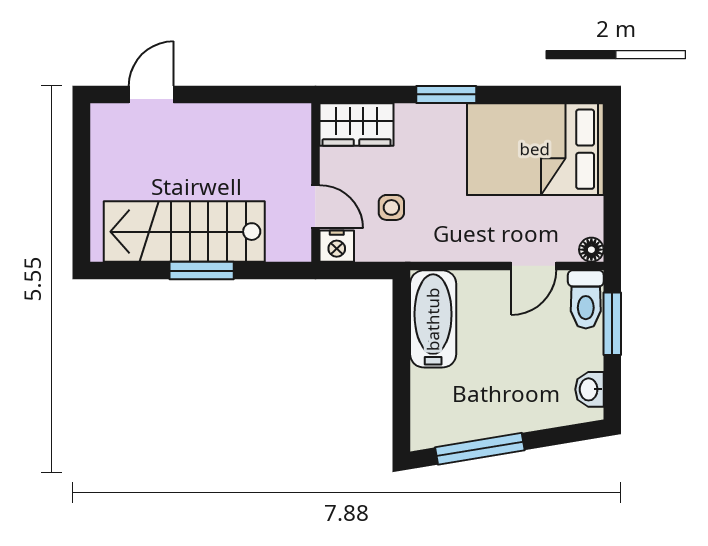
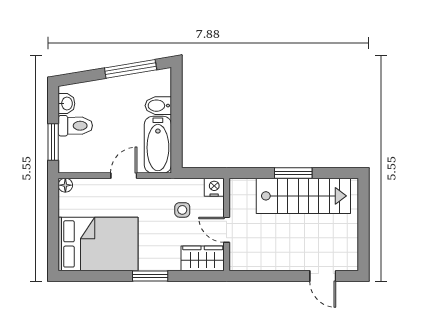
door: (151, 94) -> (323, 276), hinge flipped
door: (315, 207) -> (227, 230), moved
door: (534, 266) -> (124, 176), moved
toilet: (586, 299) -> (75, 126), moved, turned 90
bidet: (433, 386) -> (158, 106), added

